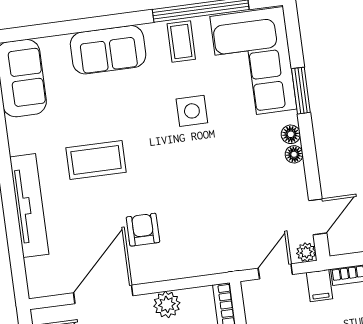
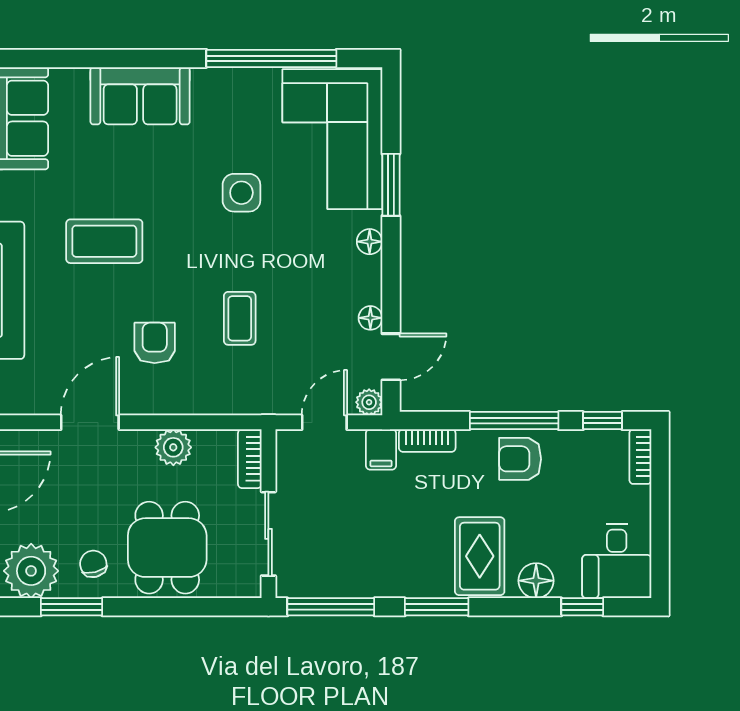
coffee table: (181, 41) -> (240, 318), moved
floor lamp: (294, 154) -> (370, 318), moved
door: (103, 294) -> (90, 422), width x0.73

